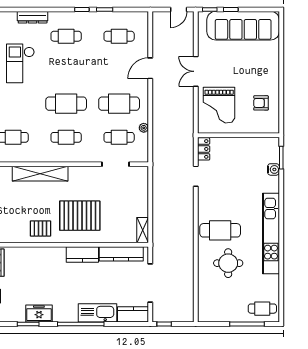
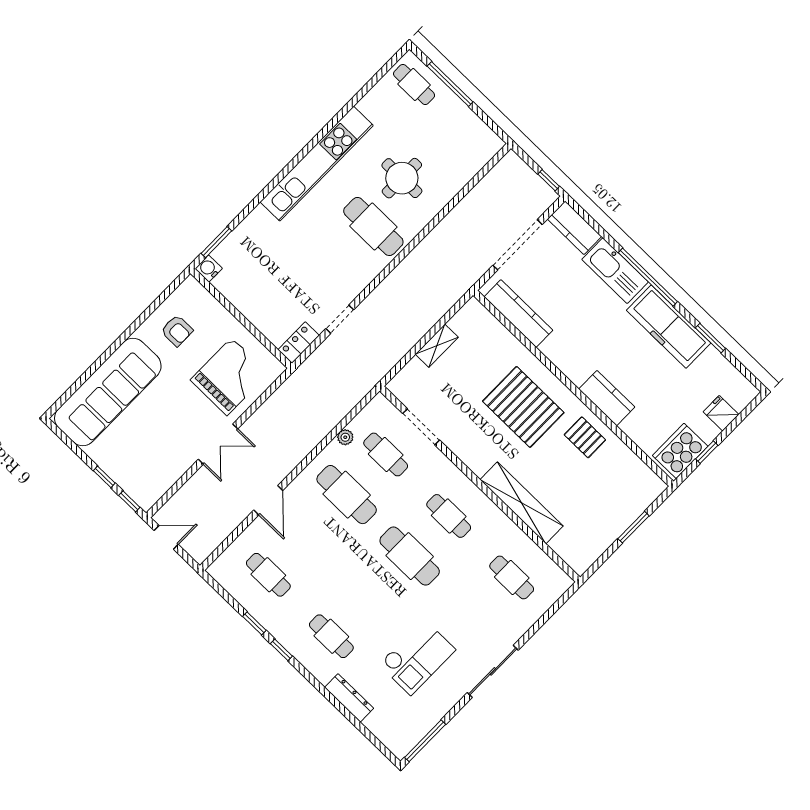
sofa: (243, 26) -> (108, 392), moved, turned 90
door: (150, 68) -> (268, 500), hinge flipped
water cooler: (273, 169) -> (209, 269), moved
shelving: (143, 230) -> (437, 346), moved
kitchen counter: (82, 254) -> (607, 398), moved
freezer: (39, 313) -> (669, 327), width x1.91, depth x1.26

